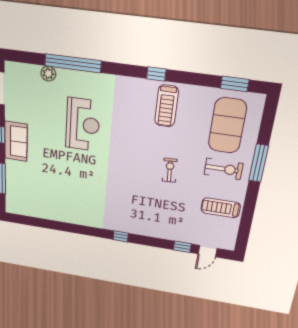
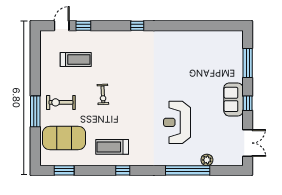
treadmill: (166, 106) -> (112, 147), turned -90
exercise mat: (227, 126) -> (64, 138), turned 90
treadmill: (221, 208) -> (76, 60), moved

